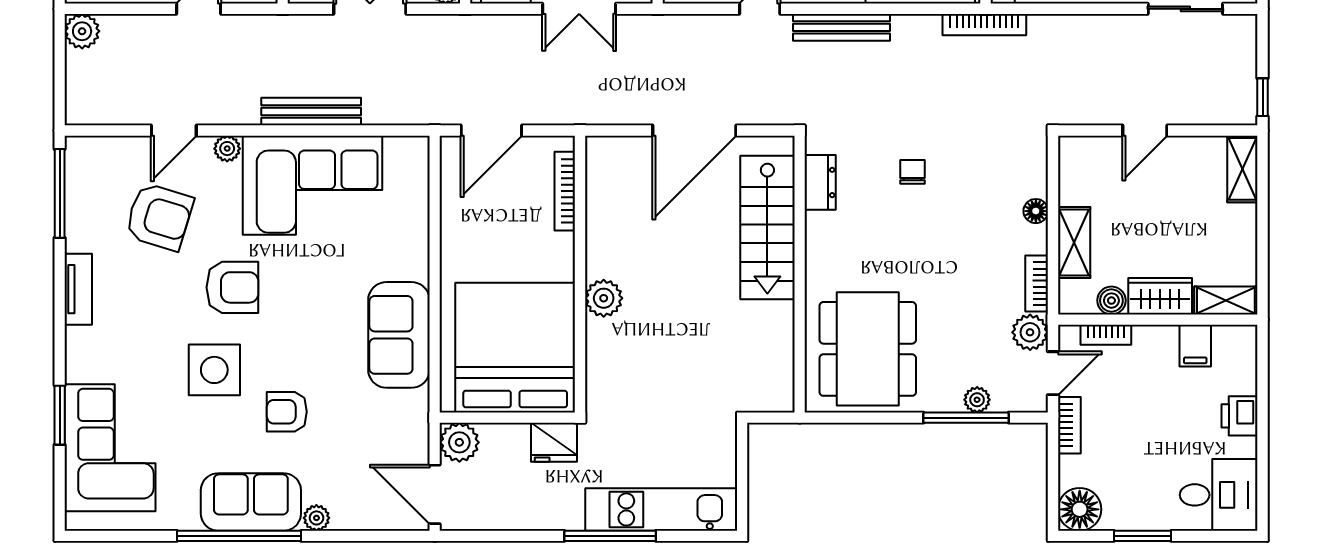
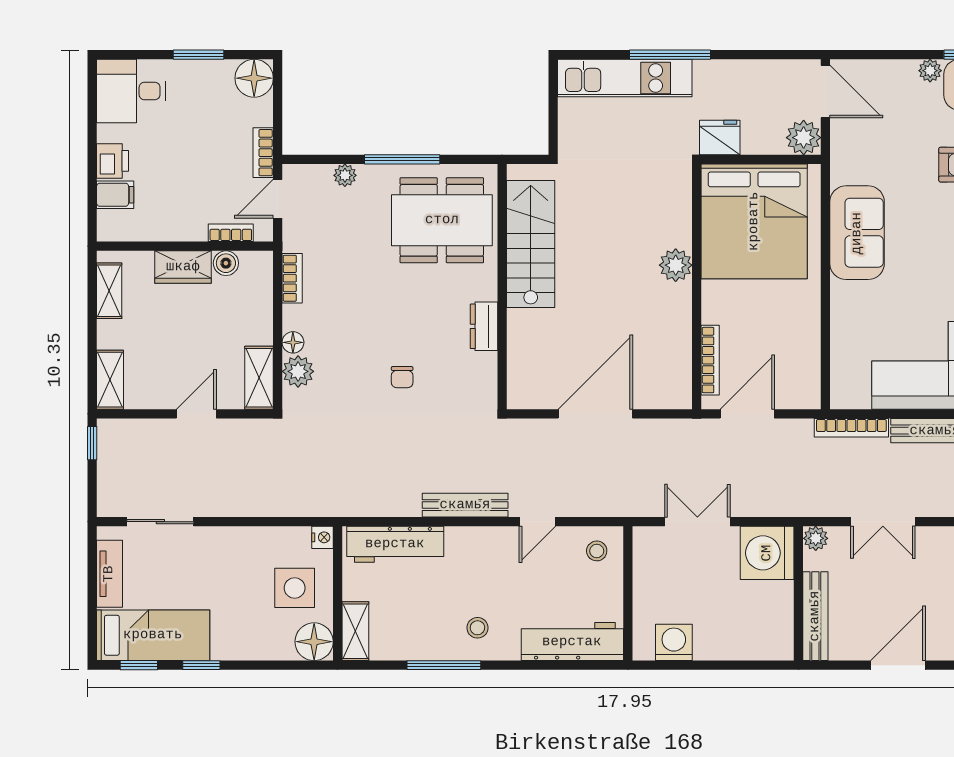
bookcase: (984, 25) -> (851, 428), moved, turned 180
door: (491, 130) -> (747, 414), moved
dresser: (820, 182) -> (484, 326), moved
stairs: (767, 228) -> (531, 244), moved
shelving: (1074, 242) -> (259, 378), moved
shelving: (1226, 300) -> (109, 291), moved, turned 90
plant: (1030, 332) -> (298, 371), moved
filing cabinet: (1195, 346) -> (115, 195), moved, turned 90
dining table: (868, 349) -> (442, 220), turned 90
window: (966, 418) -> (402, 159), moved

